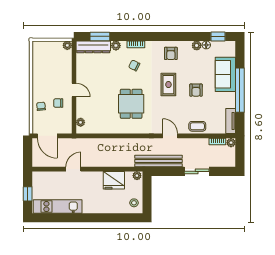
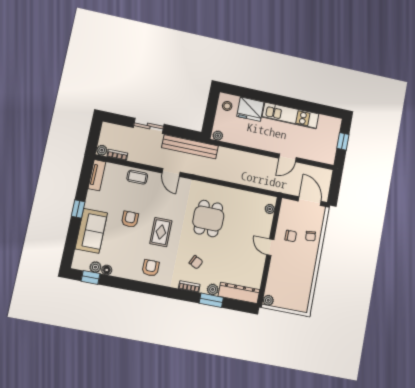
window: (100, 36) -> (211, 300), moved
plant: (197, 45) -> (95, 267), moved
window: (240, 90) -> (78, 209), width x0.32
fridge: (114, 180) -> (250, 109), moved, turned 180
kitchen unit: (58, 207) -> (291, 116), moved

